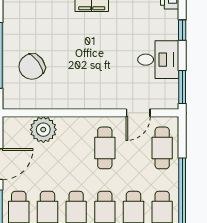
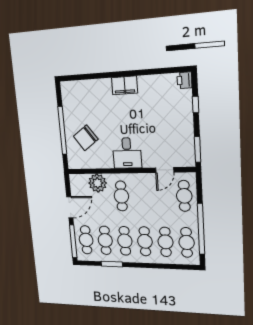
desk: (158, 60) -> (127, 153), moved, turned 90
cafe table: (105, 148) -> (121, 196), moved

